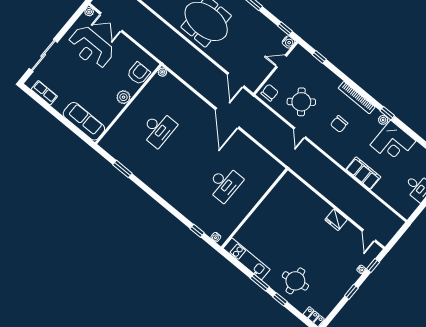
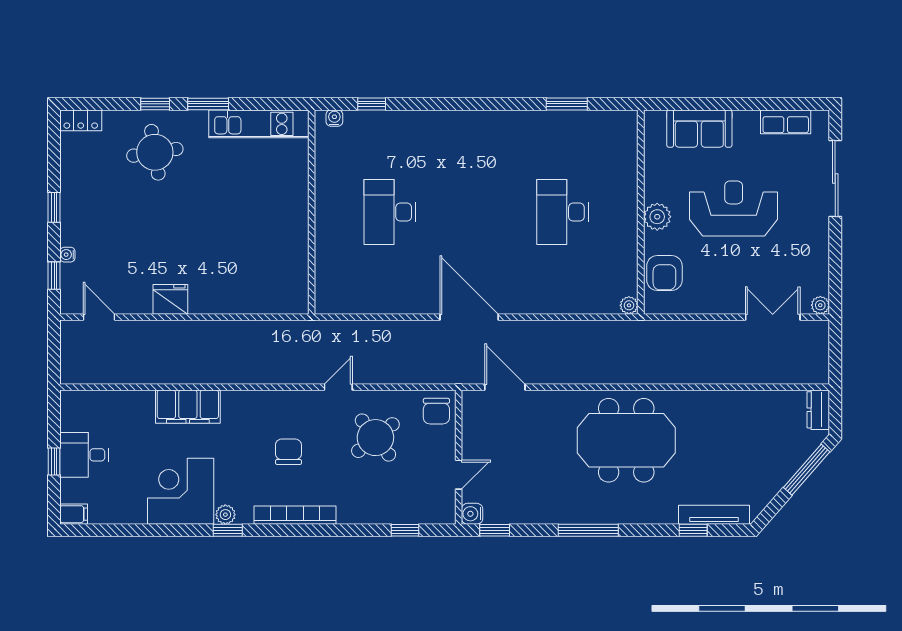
reception desk: (91, 48) -> (734, 208), moved
sofa: (84, 121) -> (699, 129), width x0.73
door: (300, 133) -> (338, 387), hinge flipped

